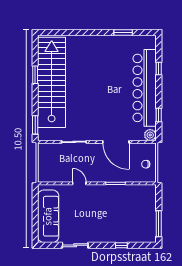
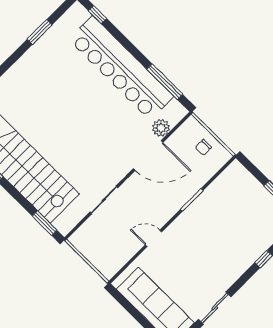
window: (159, 68) -> (97, 15), moved
window: (159, 115) -> (165, 82), width x2.17
plant: (150, 135) -> (161, 128), moved

